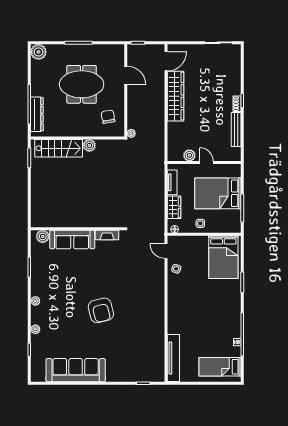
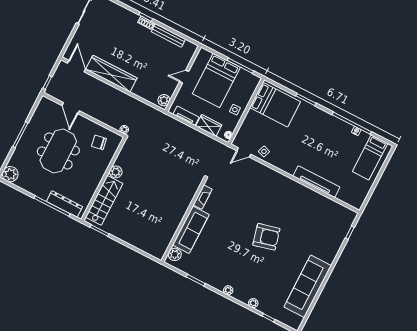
door: (126, 75) -> (71, 108), swing flipped
plant: (189, 155) -> (164, 100), moved
tv unit: (173, 358) -> (316, 182), moved

